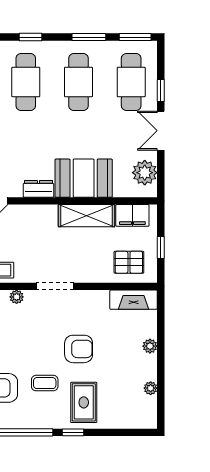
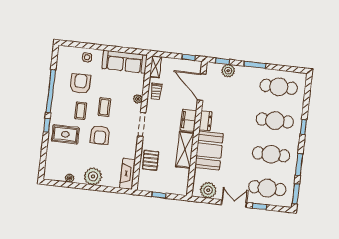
filing cabinet: (132, 215) -> (188, 120), moved
pallet: (129, 262) -> (151, 160), moved
plant: (150, 346) -> (93, 176), width x1.88, depth x1.88
coffee table: (35, 347) -> (104, 107), added

